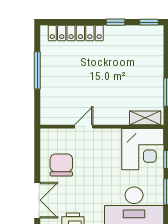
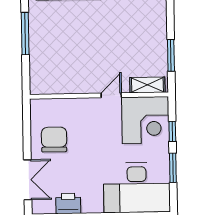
door: (84, 127) -> (111, 95), moved

